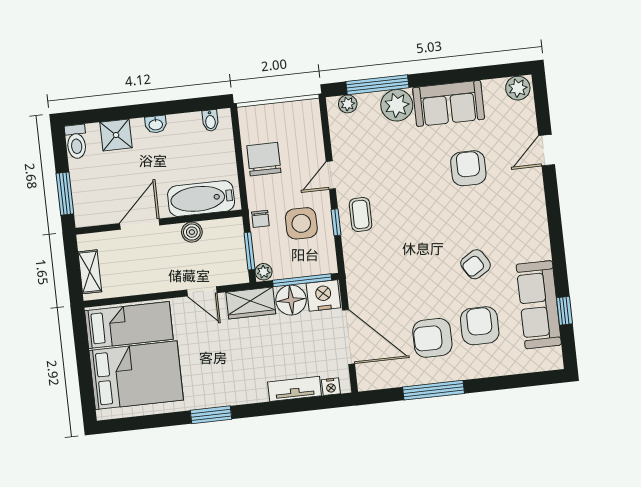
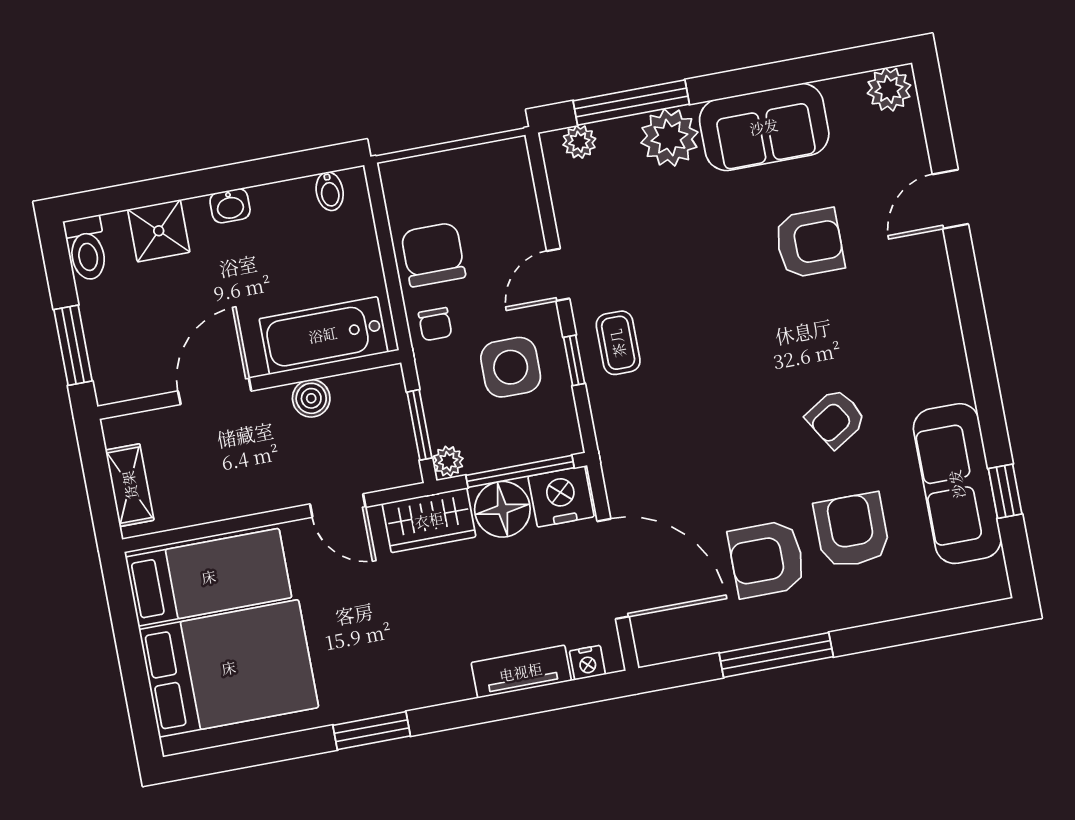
armchair: (468, 168) -> (809, 243), turned 90
chair: (260, 219) -> (435, 324), moved

